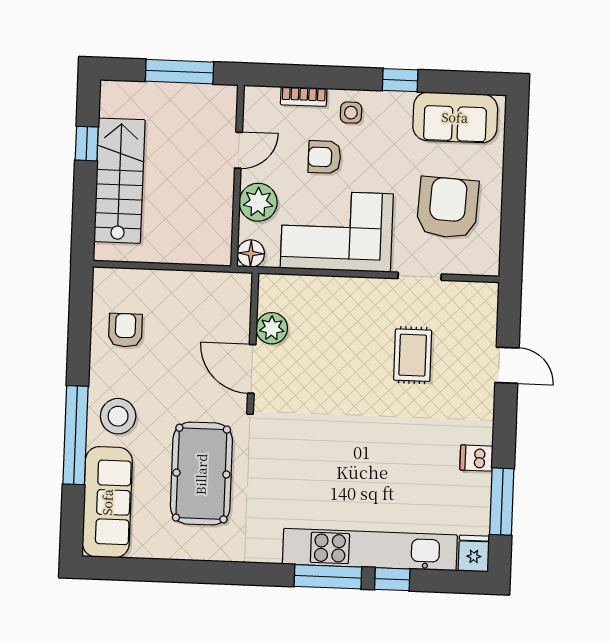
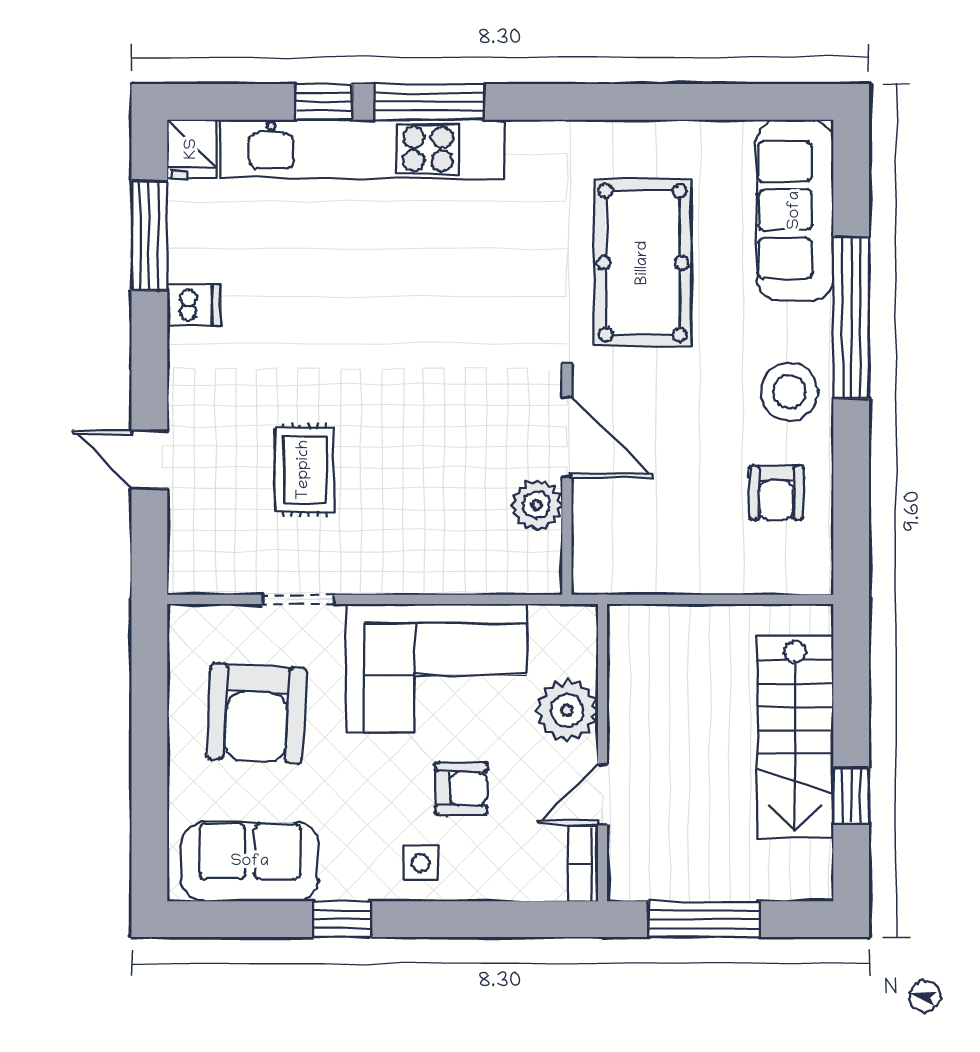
bookcase: (304, 96) -> (583, 864), moved, turned -90
floor lamp: (251, 253) -> (576, 626), removed
stool: (118, 416) -> (789, 392), moved

